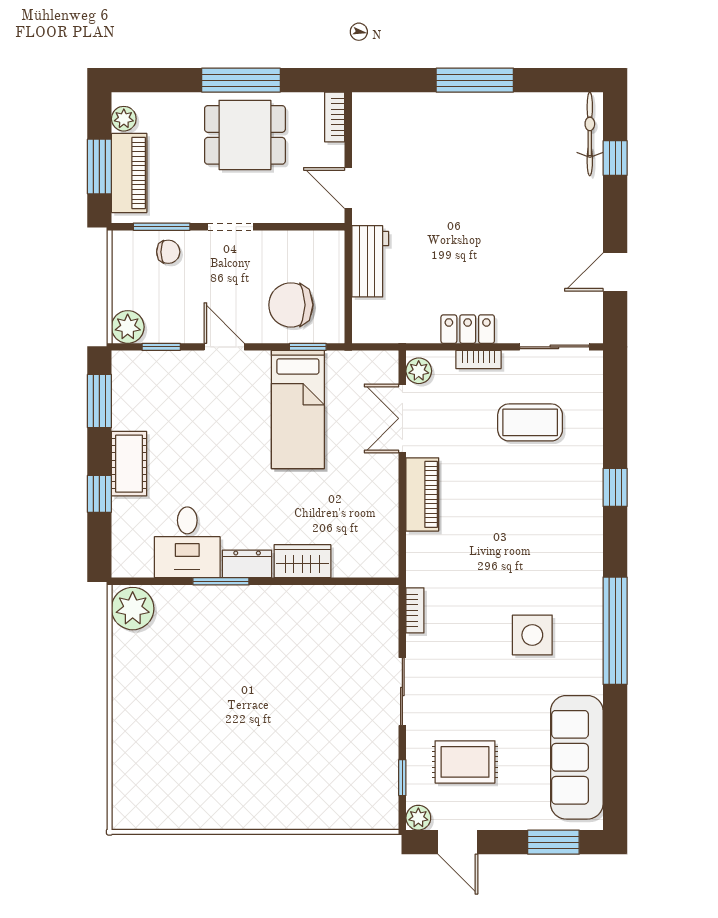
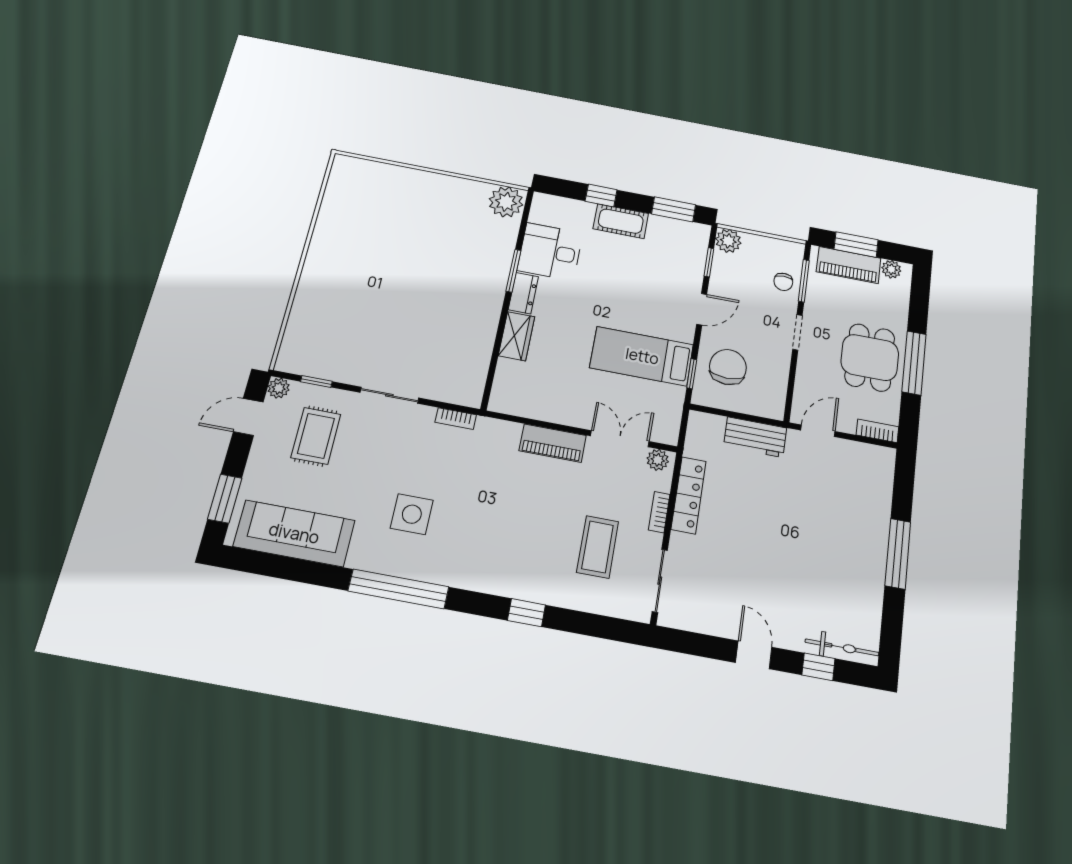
door: (615, 272) -> (754, 655), moved
locker: (468, 329) -> (689, 495), width x1.53

